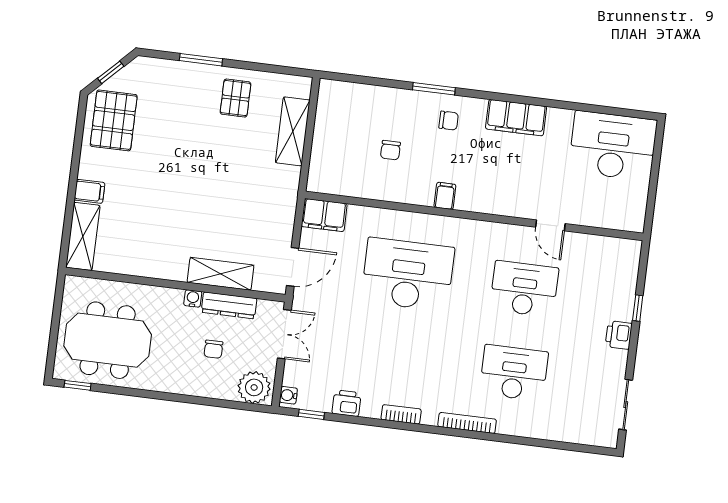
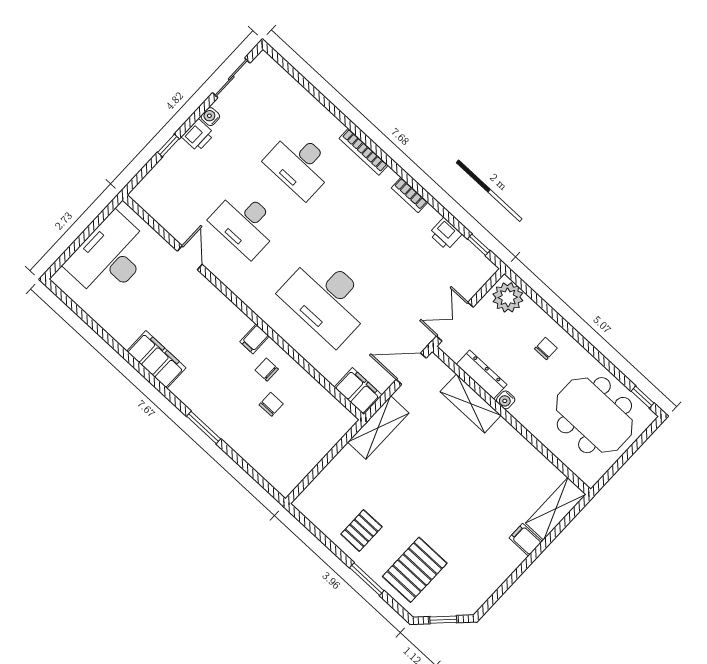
pallet: (114, 120) -> (415, 570), moved
chair: (449, 121) -> (267, 370), moved
shelving: (293, 131) -> (378, 428), moved
desk: (613, 146) -> (110, 257), moved, turned 90
chair: (213, 349) -> (546, 348), moved
water cooler: (288, 395) -> (210, 117), moved, turned 180

